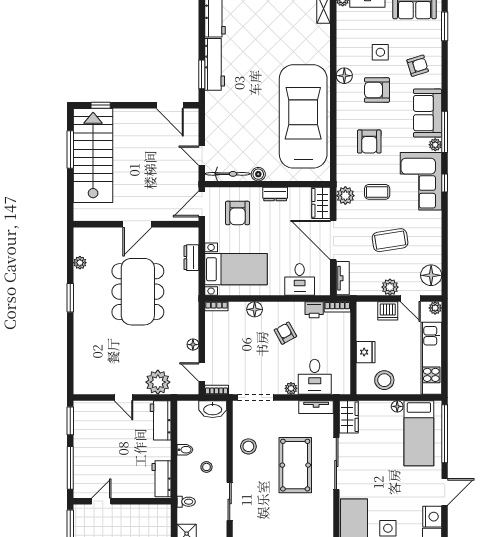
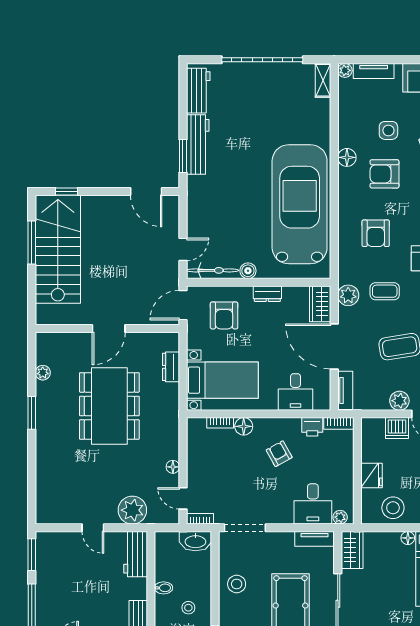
door: (202, 156) -> (183, 249), swing flipped
bookcase: (216, 306) -> (220, 423), moved
plant: (291, 388) -> (340, 517), moved

